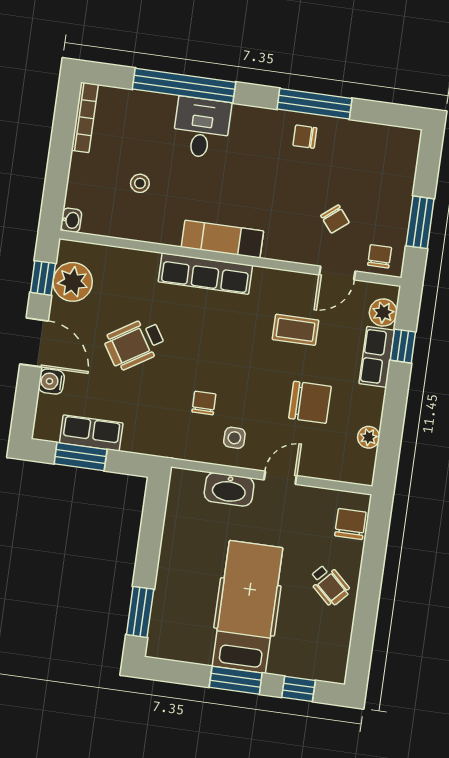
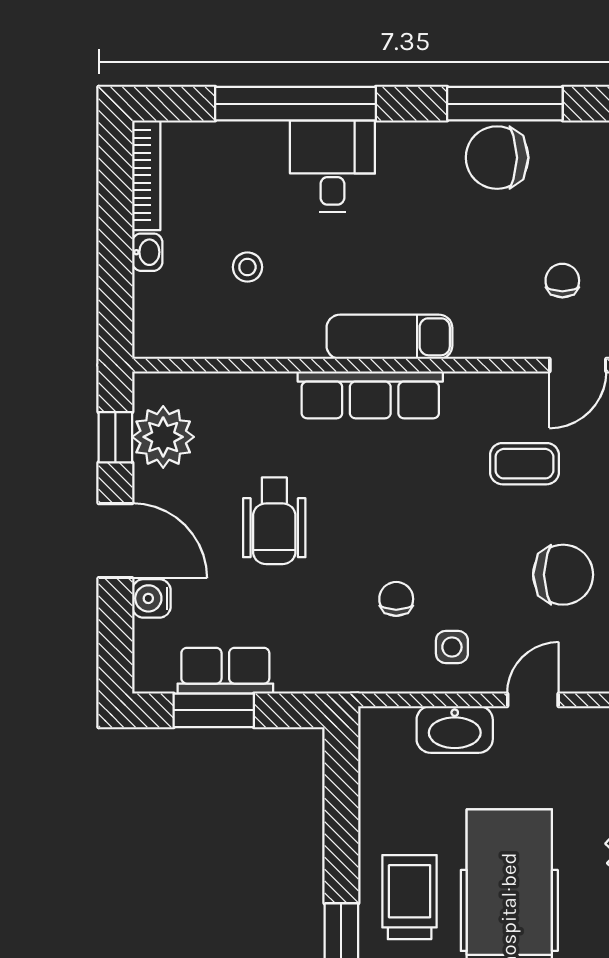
chair: (305, 137) -> (497, 158), width x1.87, depth x1.87
chair: (335, 219) -> (562, 281), turned -141
washbasin: (71, 220) -> (147, 252), moved
wheelchair: (135, 344) -> (274, 521), turned -58
trolley: (186, 590) -> (410, 897), added

